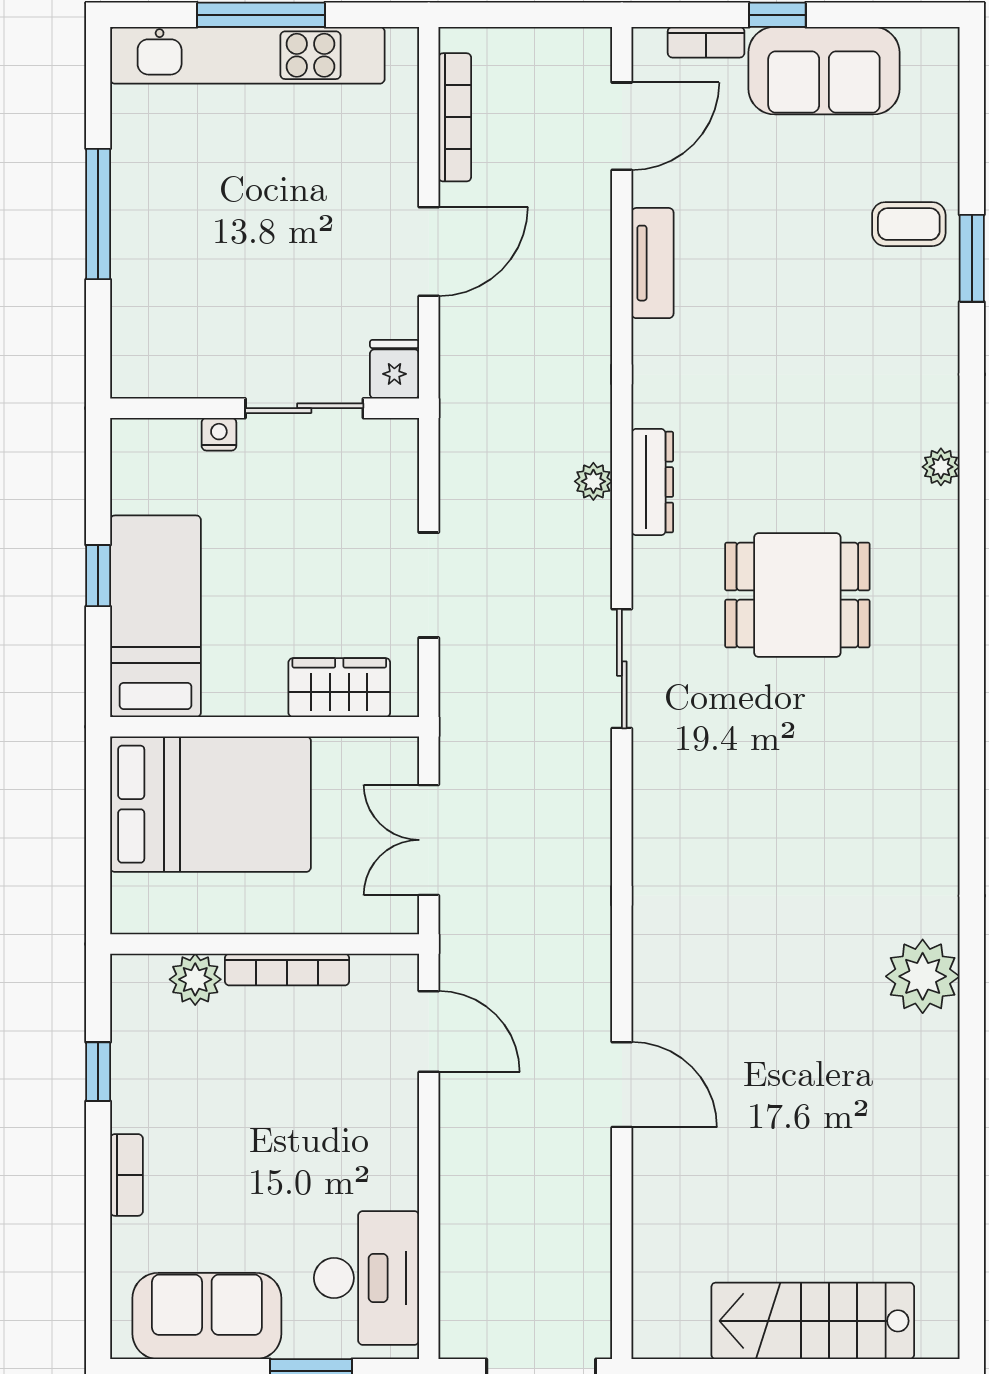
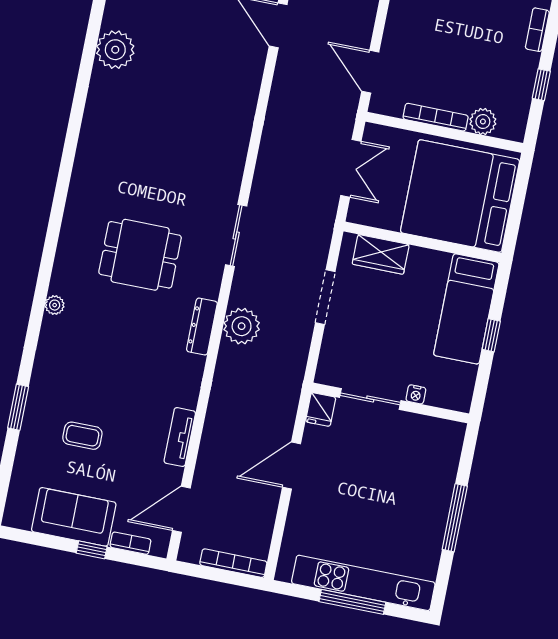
bookcase: (455, 117) -> (233, 563), moved, turned 90
coffee table: (909, 224) -> (82, 436), moved
plant: (593, 481) -> (242, 326), width x1.88, depth x1.88
bed: (210, 804) -> (460, 196), width x1.36

